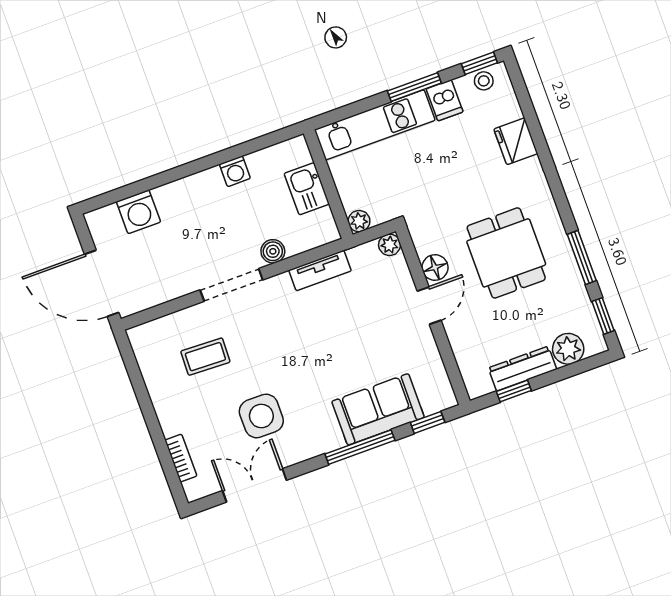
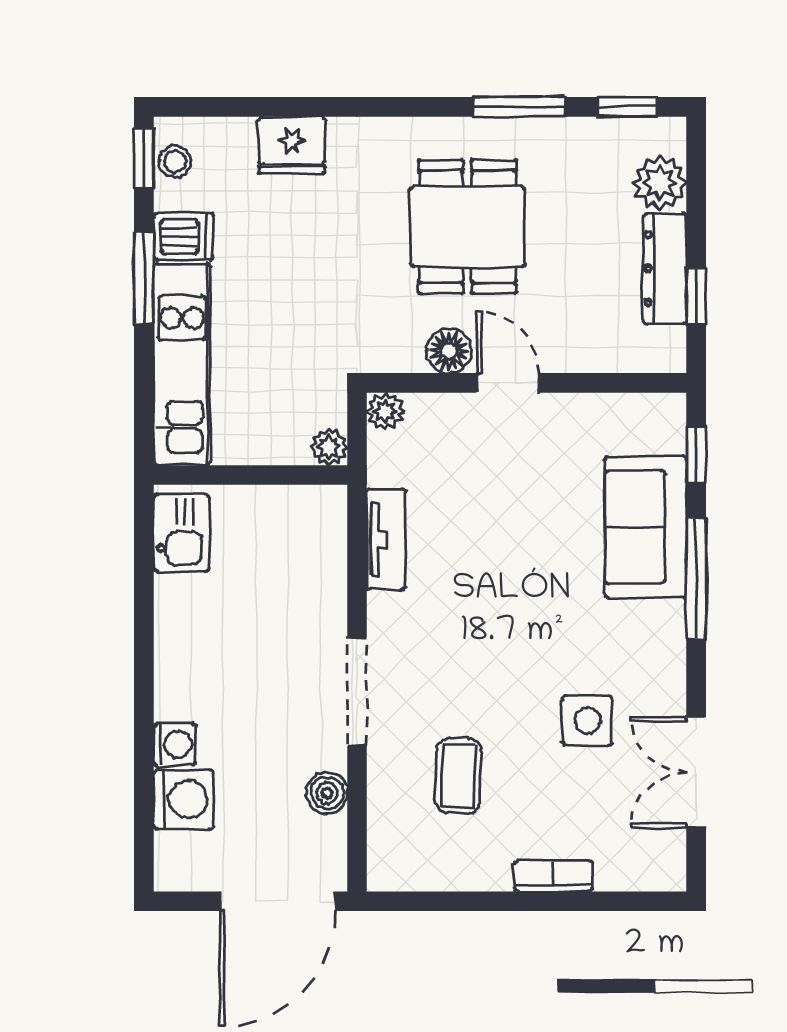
washing machine: (235, 171) -> (175, 744), moved
kitchen sink: (307, 189) -> (181, 533), moved, turned -90
boiler: (273, 251) -> (327, 793), moved
dining table: (506, 253) -> (467, 227), turned 90
side table: (261, 416) -> (587, 720), width x0.73, depth x0.73
bookcase: (181, 458) -> (553, 876), moved

